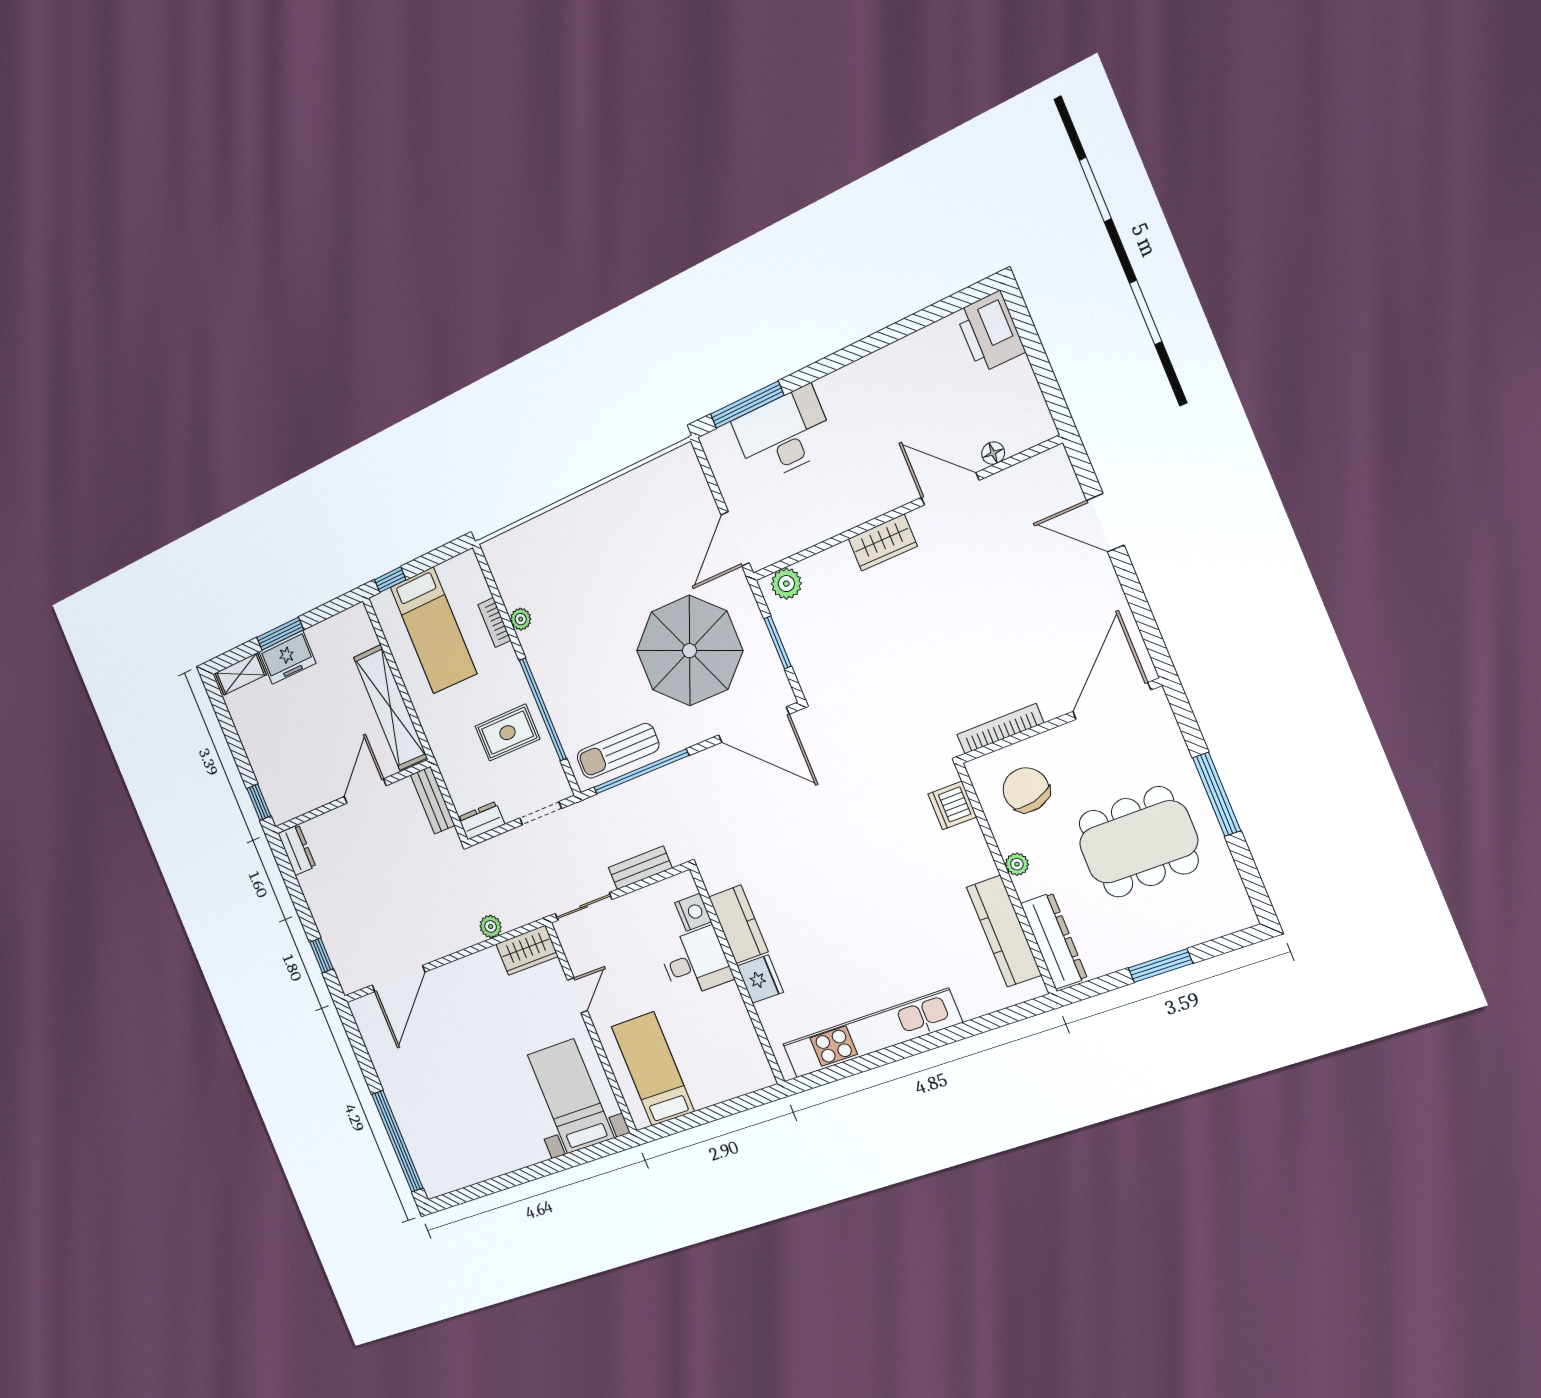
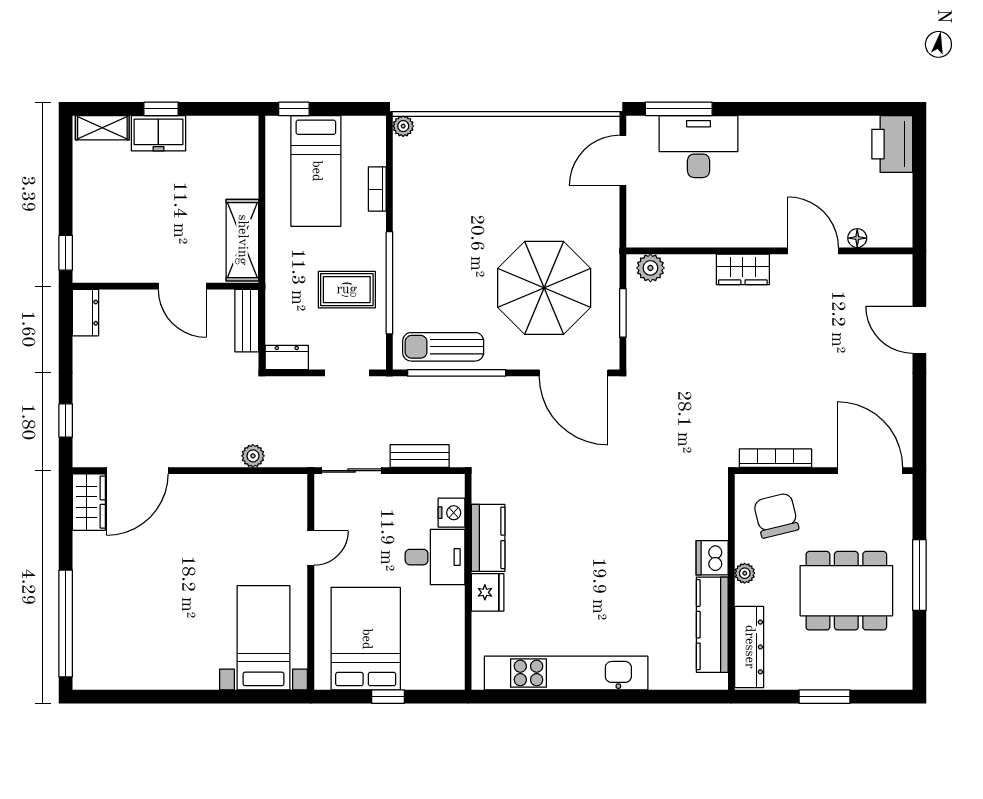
door: (735, 539) -> (623, 160), moved
plant: (521, 619) -> (403, 126), moved
window: (280, 634) -> (161, 109), width x0.67
door: (1112, 701) -> (870, 471), hinge flipped
shelving: (390, 707) -> (242, 240), width x0.68
door: (365, 791) -> (182, 286), swing flipped
dishwasher: (952, 805) -> (712, 558), moved
wardrobe: (527, 950) -> (89, 502), moved, turned -90
bed: (653, 1069) -> (366, 639), width x1.50
window: (707, 1115) -> (388, 697), added

